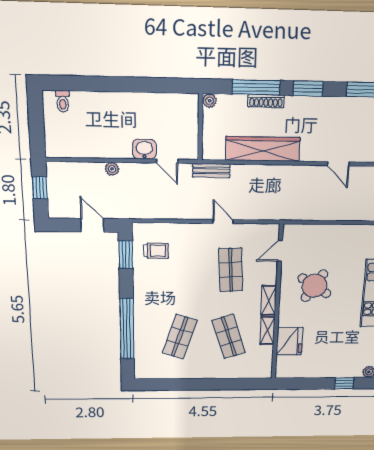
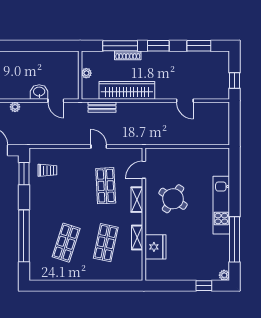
plant: (210, 101) -> (86, 73), moved
bench: (211, 171) -> (102, 107), moved
shelving: (269, 300) -> (137, 200), moved
shop shelf: (229, 336) -> (106, 243), turned 30

